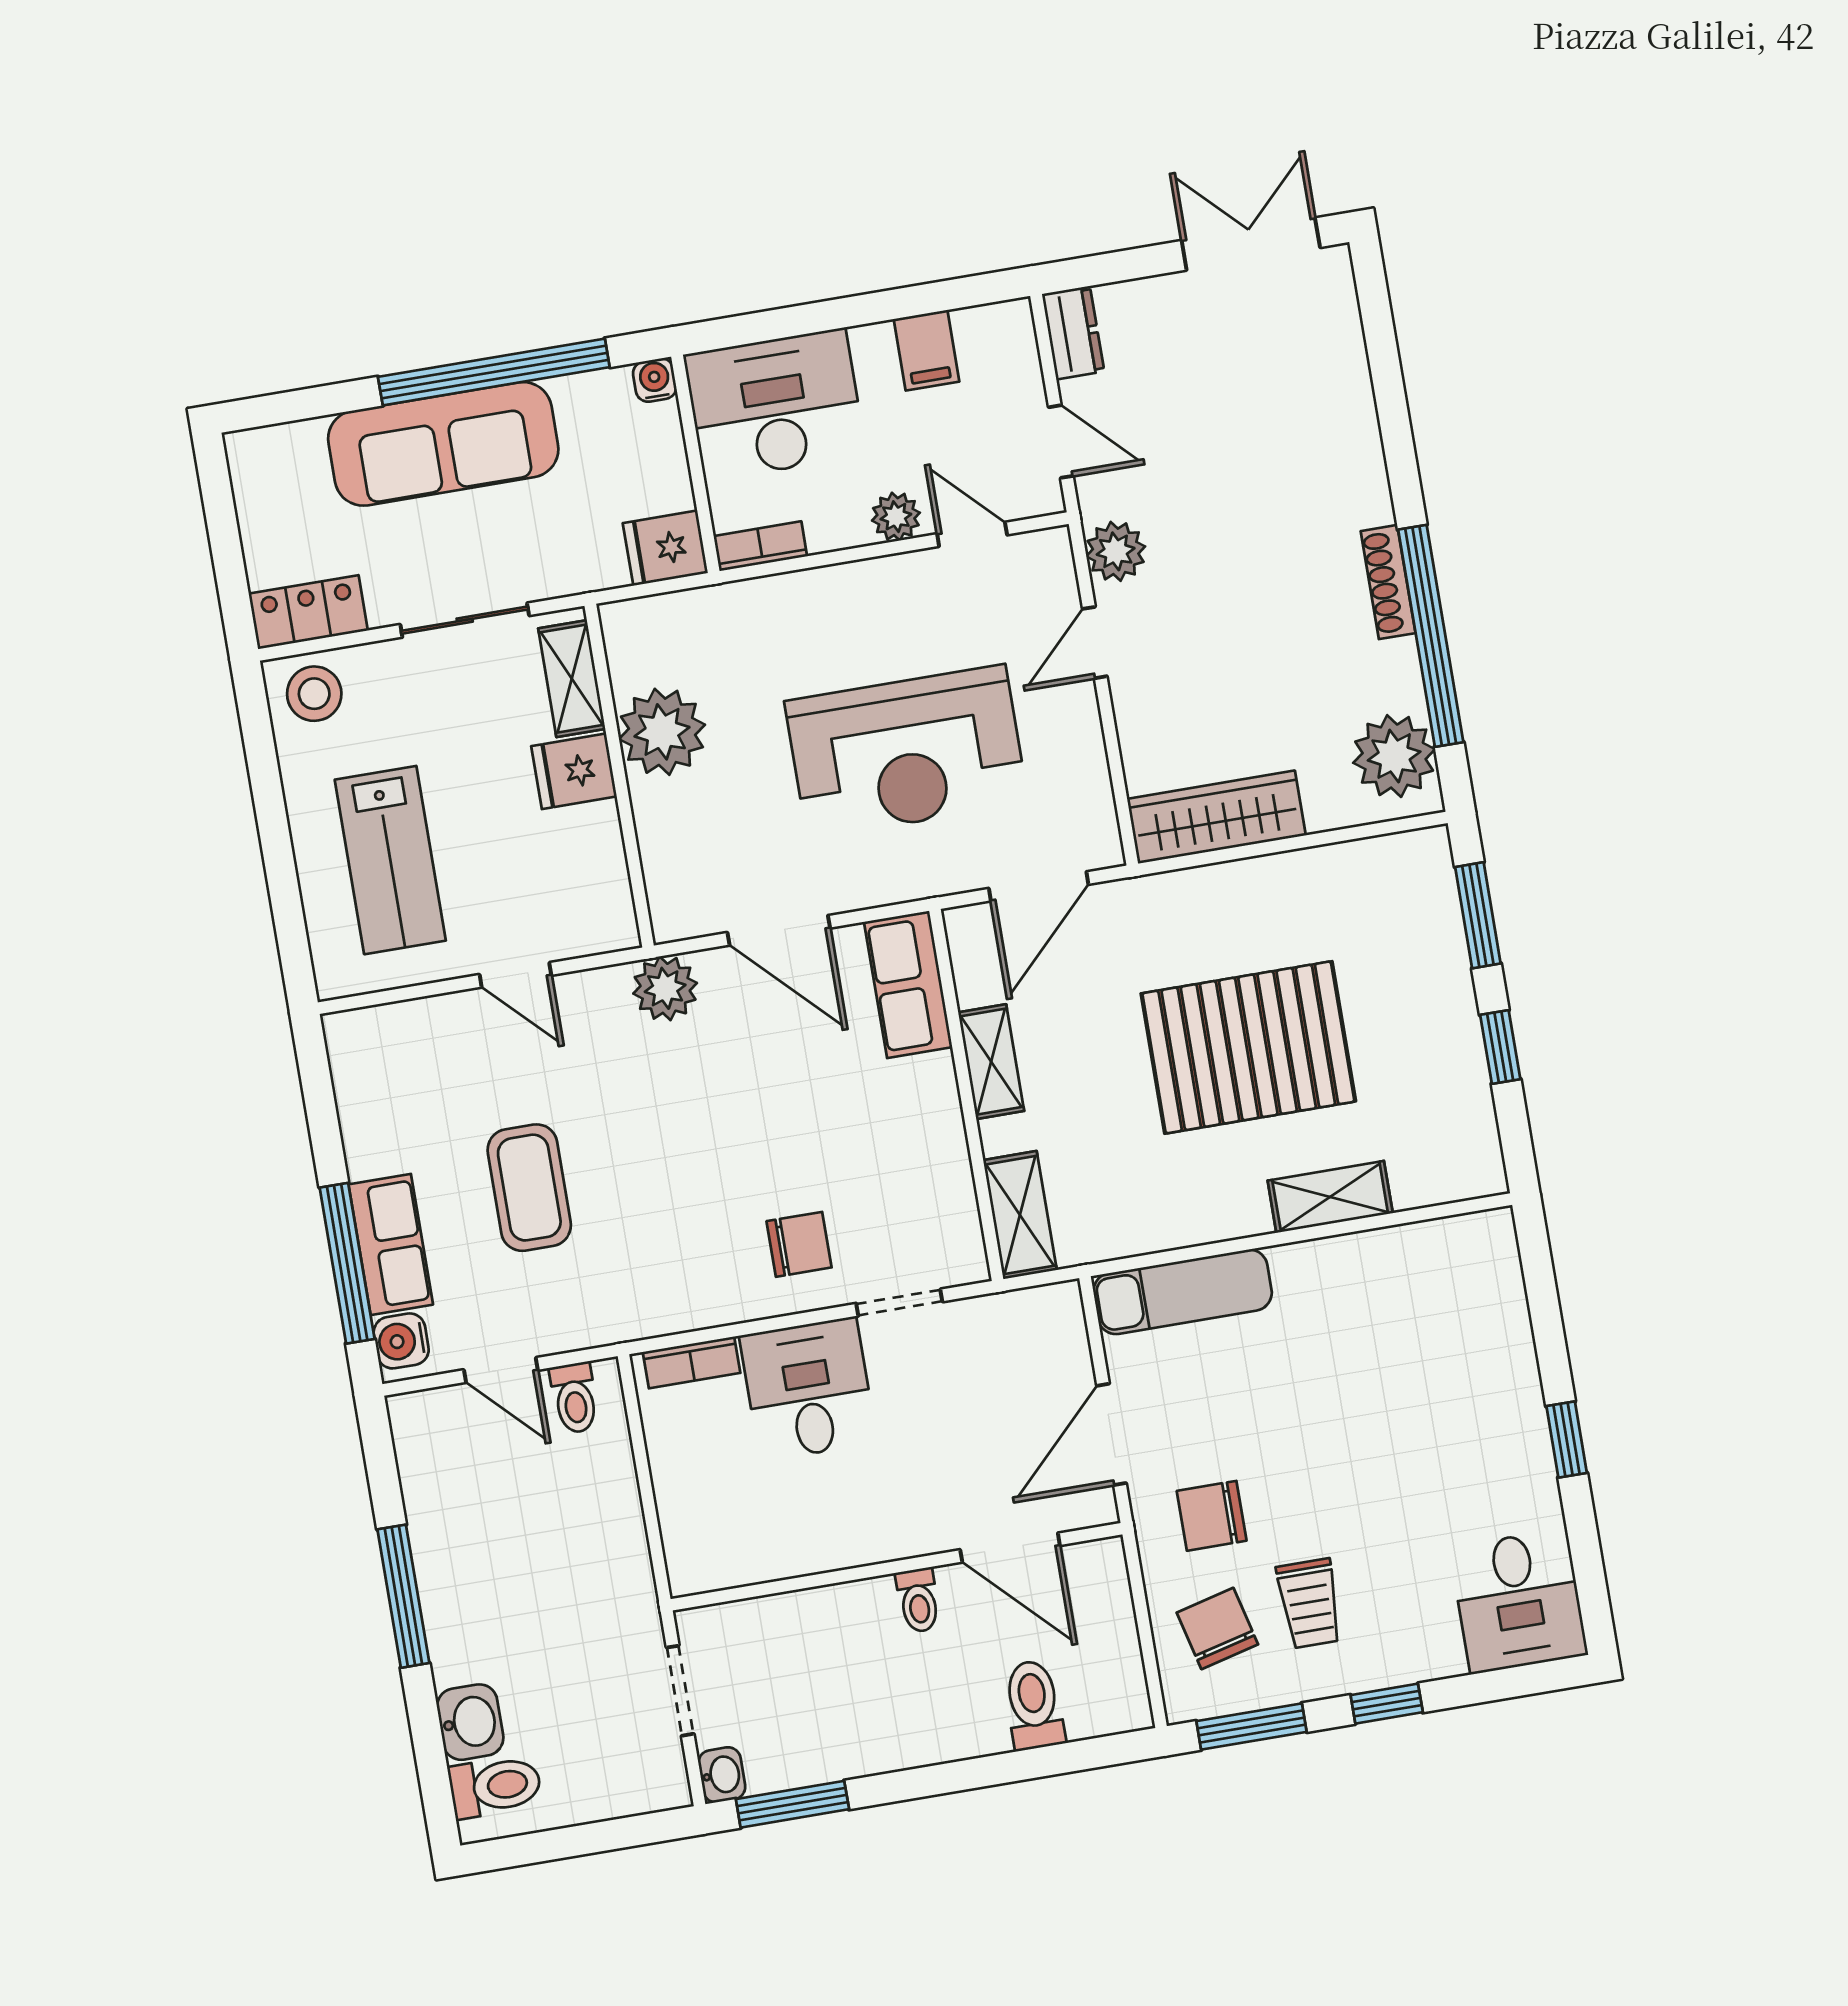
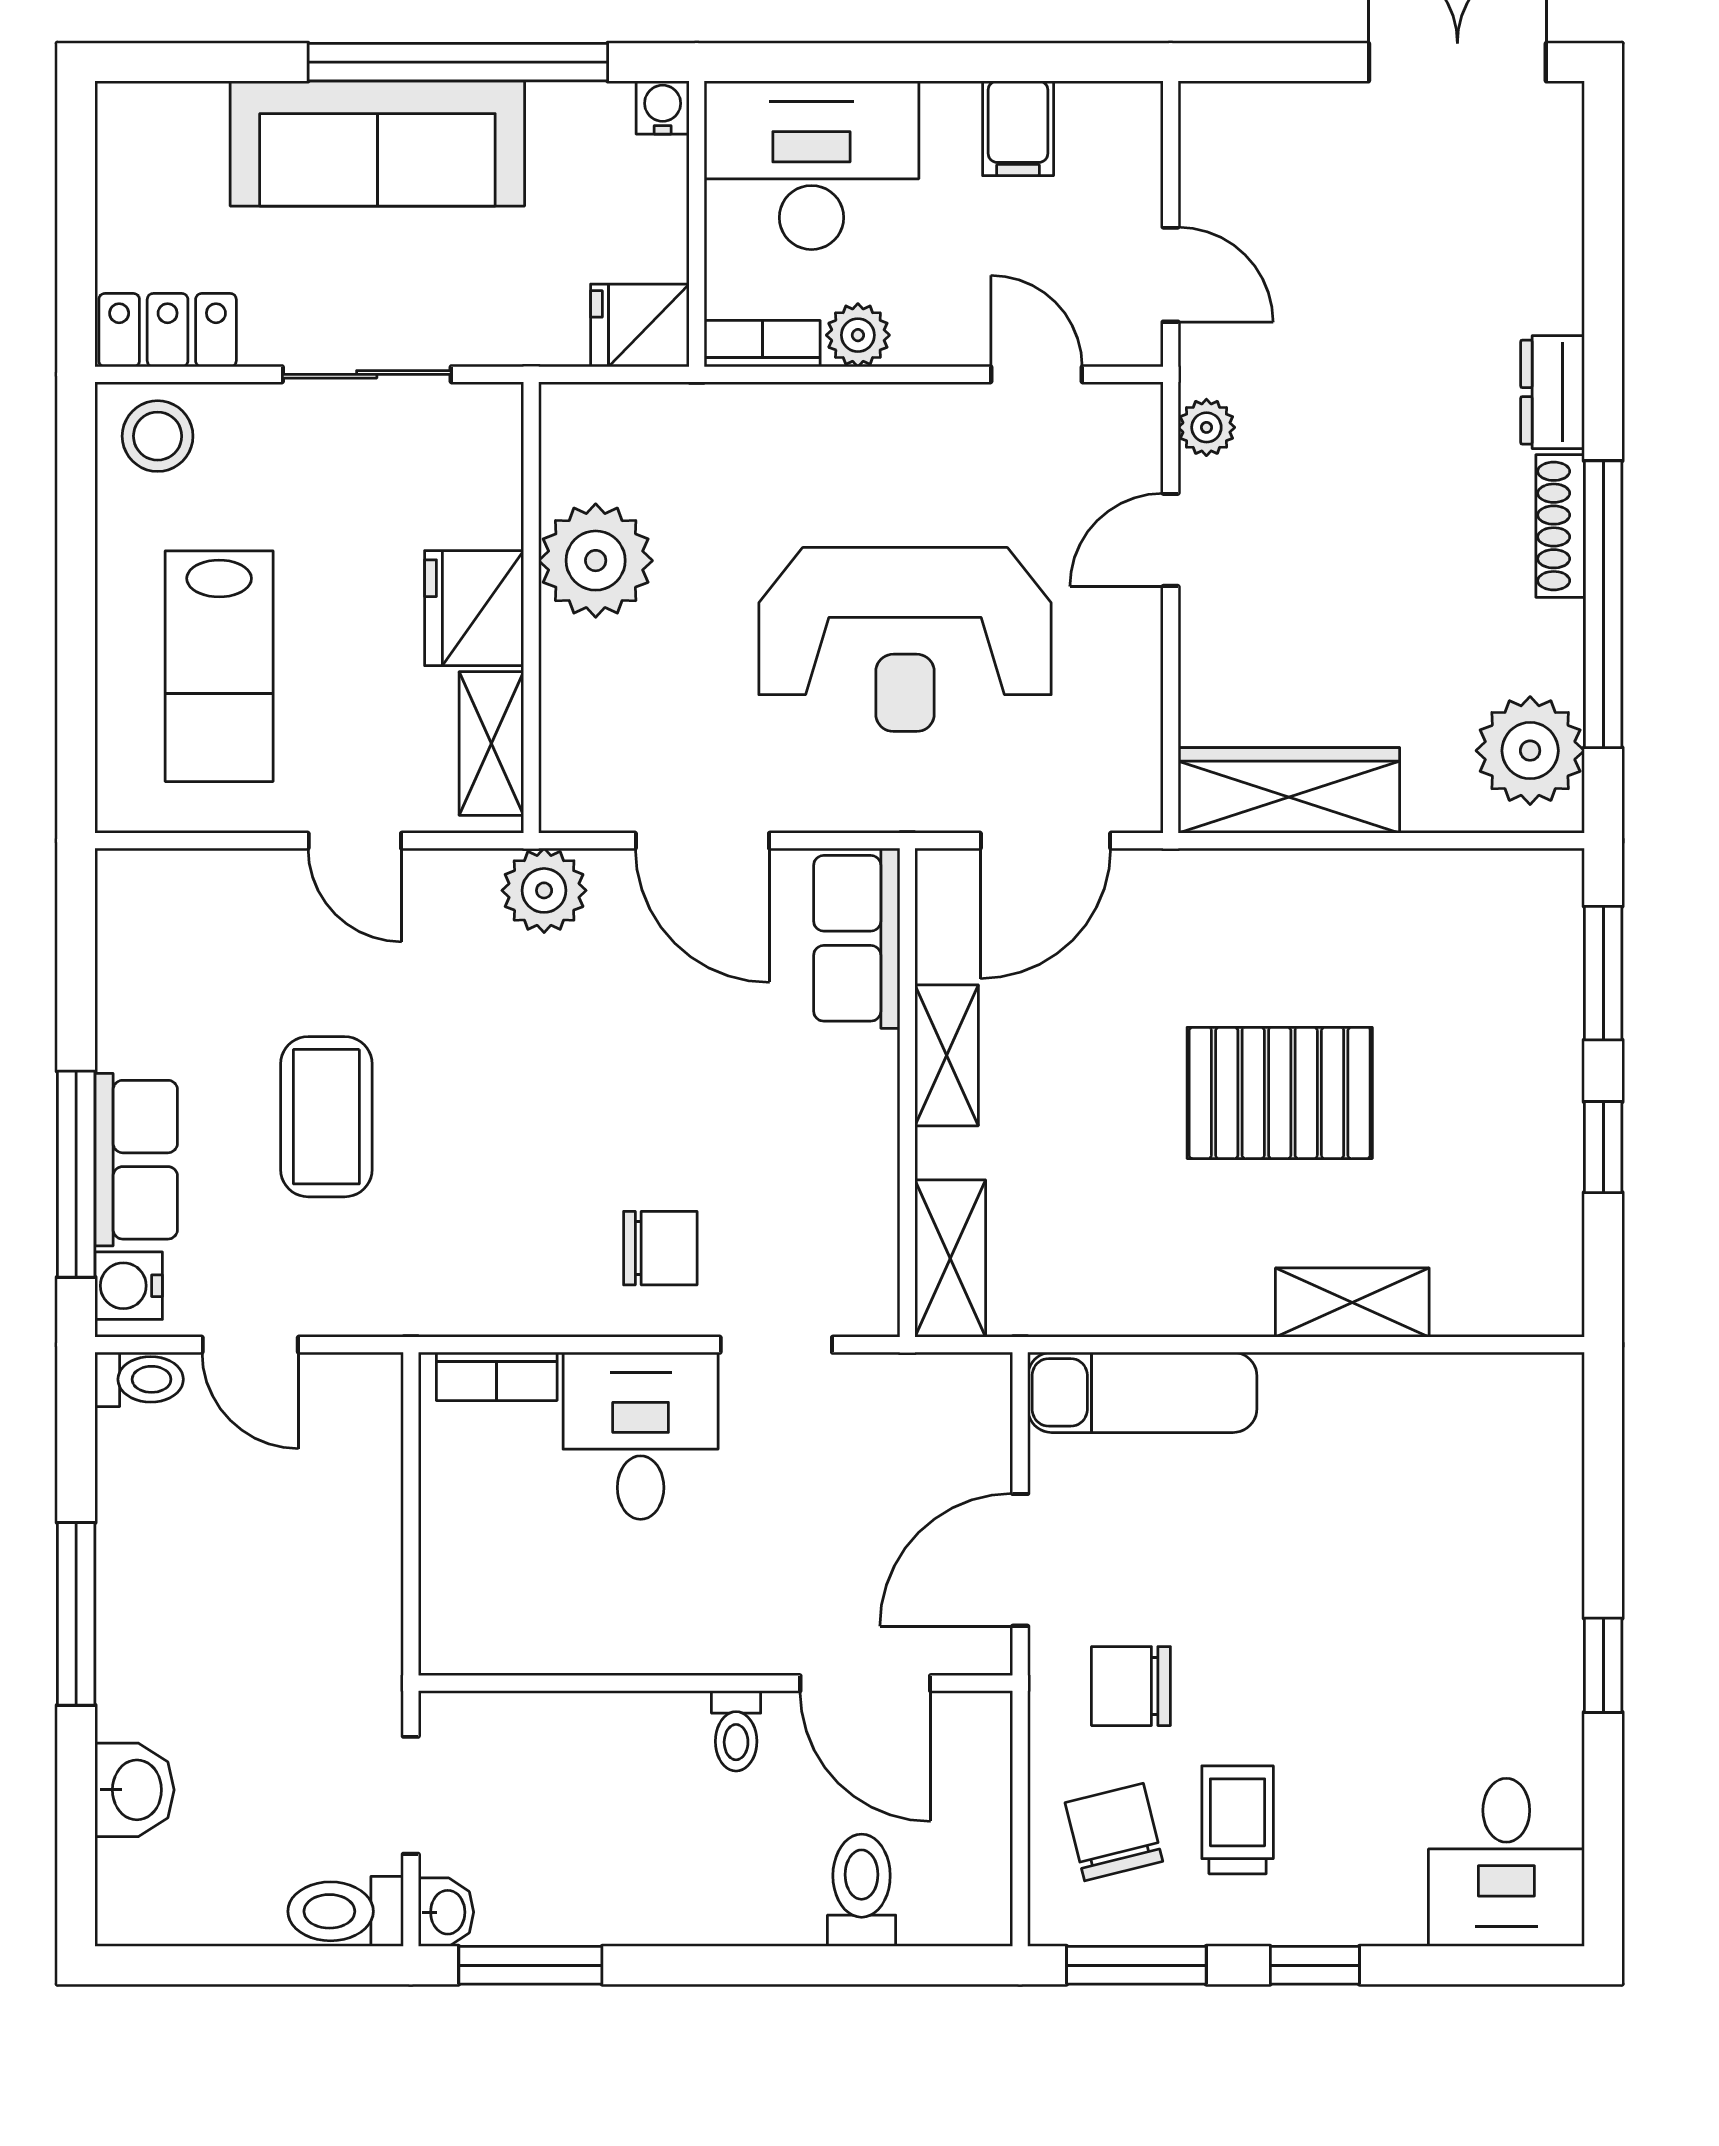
dresser: (1073, 333) -> (1552, 392), moved, turned 180
plant: (896, 517) -> (858, 335), moved
plant: (1116, 551) -> (1206, 427), width x0.73, depth x0.73
shelving: (572, 679) -> (491, 743), moved
fridge: (574, 771) -> (474, 608), width x1.38
pallet: (1248, 1047) -> (1280, 1093), width x0.73, depth x0.71
toilet: (574, 1398) -> (139, 1379), moved, turned -90
trolley: (1309, 1603) -> (1238, 1820), turned 180
toilet: (495, 1786) -> (346, 1911), moved, turned 180

